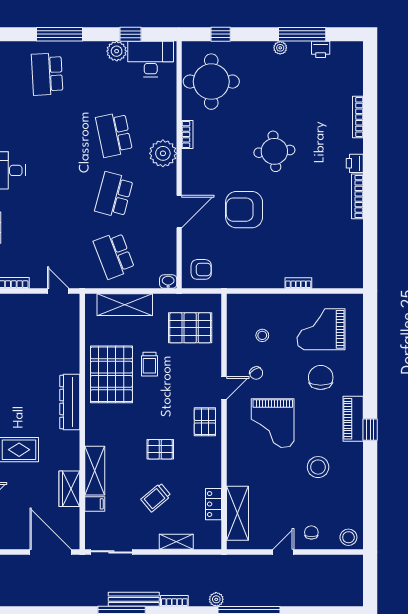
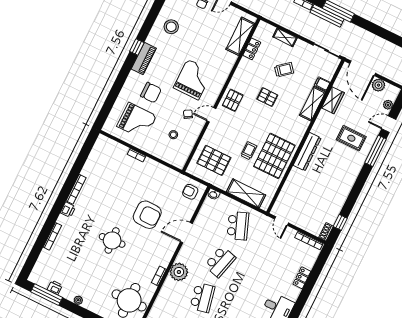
window: (302, 34) -> (47, 295), moved
chair: (321, 377) -> (151, 93), turned -90
stool: (318, 467) -> (171, 27), moved
plant: (18, 540) -> (378, 85), added

